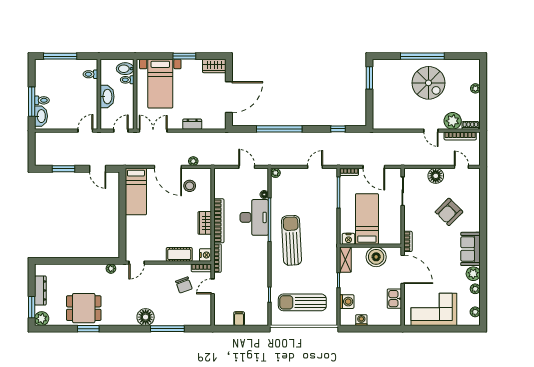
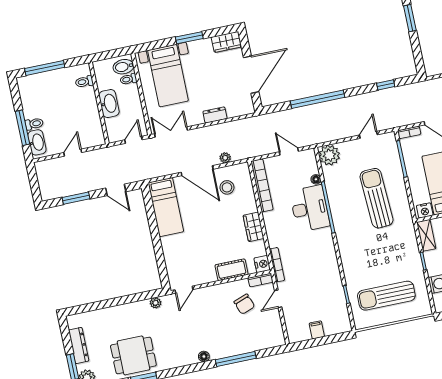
door: (85, 131) -> (73, 153), moved
plant: (275, 173) -> (329, 155), width x1.87, depth x1.87
bookcase: (219, 221) -> (262, 185), moved
sun lounger: (292, 240) -> (377, 198), moved
floor lamp: (146, 317) -> (204, 356), width x0.53, depth x0.53

